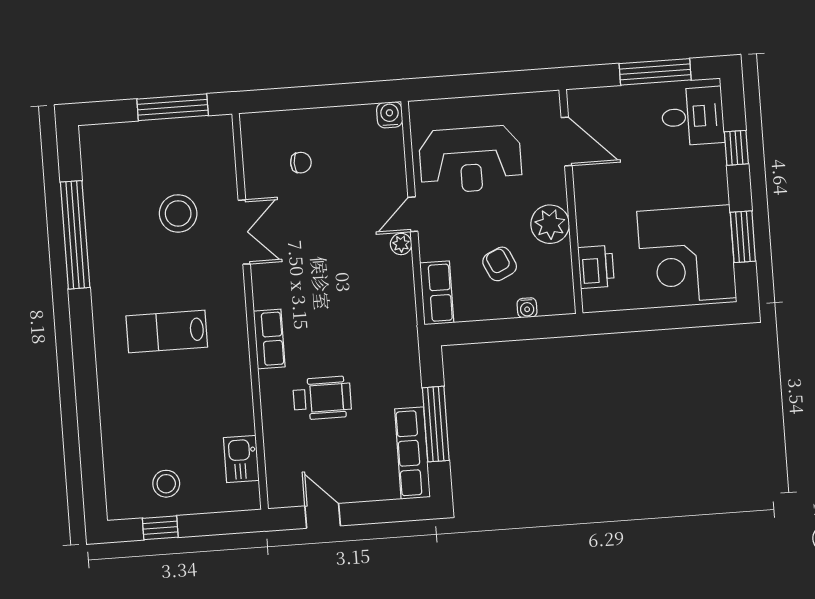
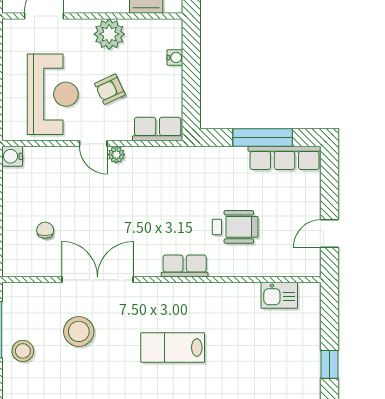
double door: (244, 232) -> (98, 280), width x1.37
armchair: (500, 264) -> (110, 89), moved
lab bench: (167, 331) -> (173, 348), turned 90
wheelchair: (322, 398) -> (235, 227), turned 90
stool: (166, 484) -> (23, 351), moved

